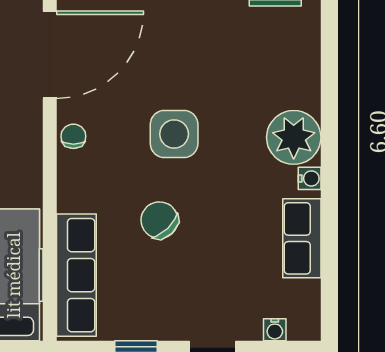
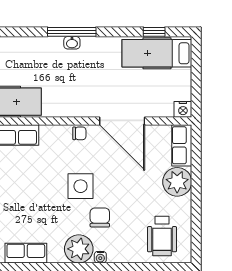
water cooler: (310, 178) -> (100, 257), moved
chair: (159, 220) -> (100, 217), moved, turned -46

